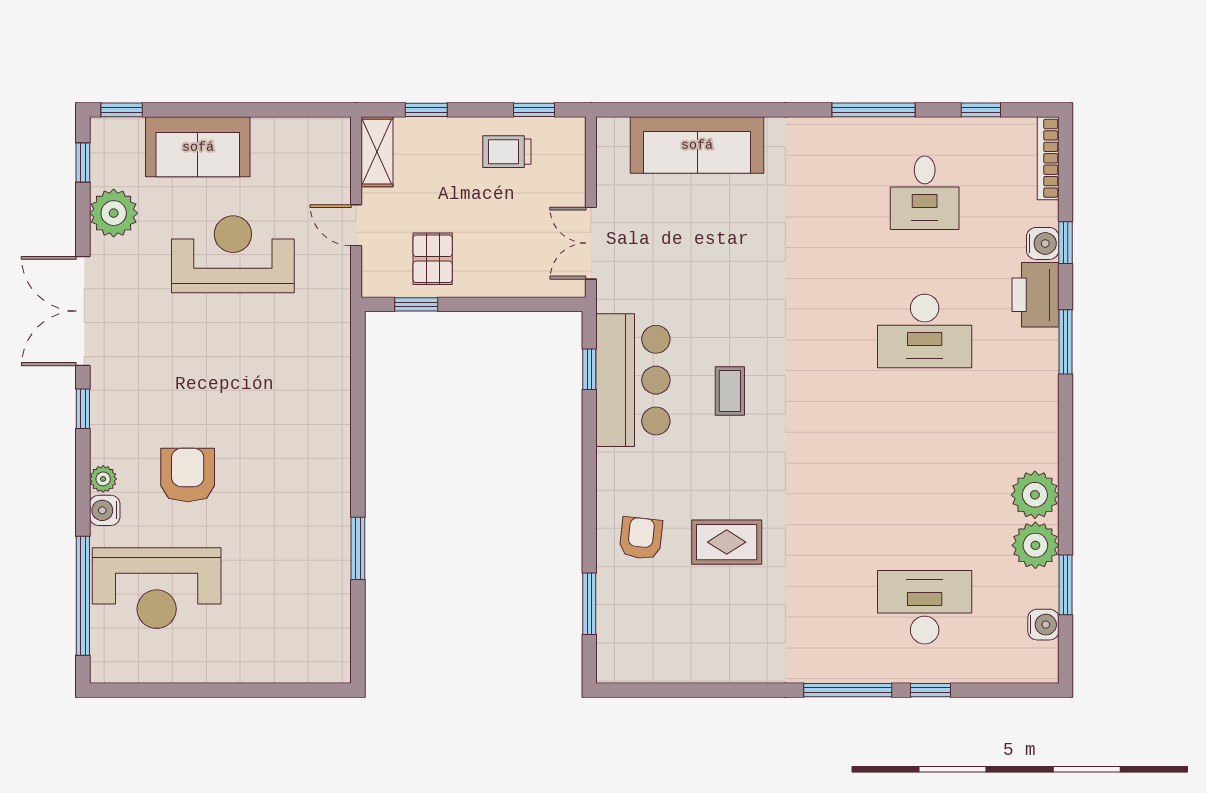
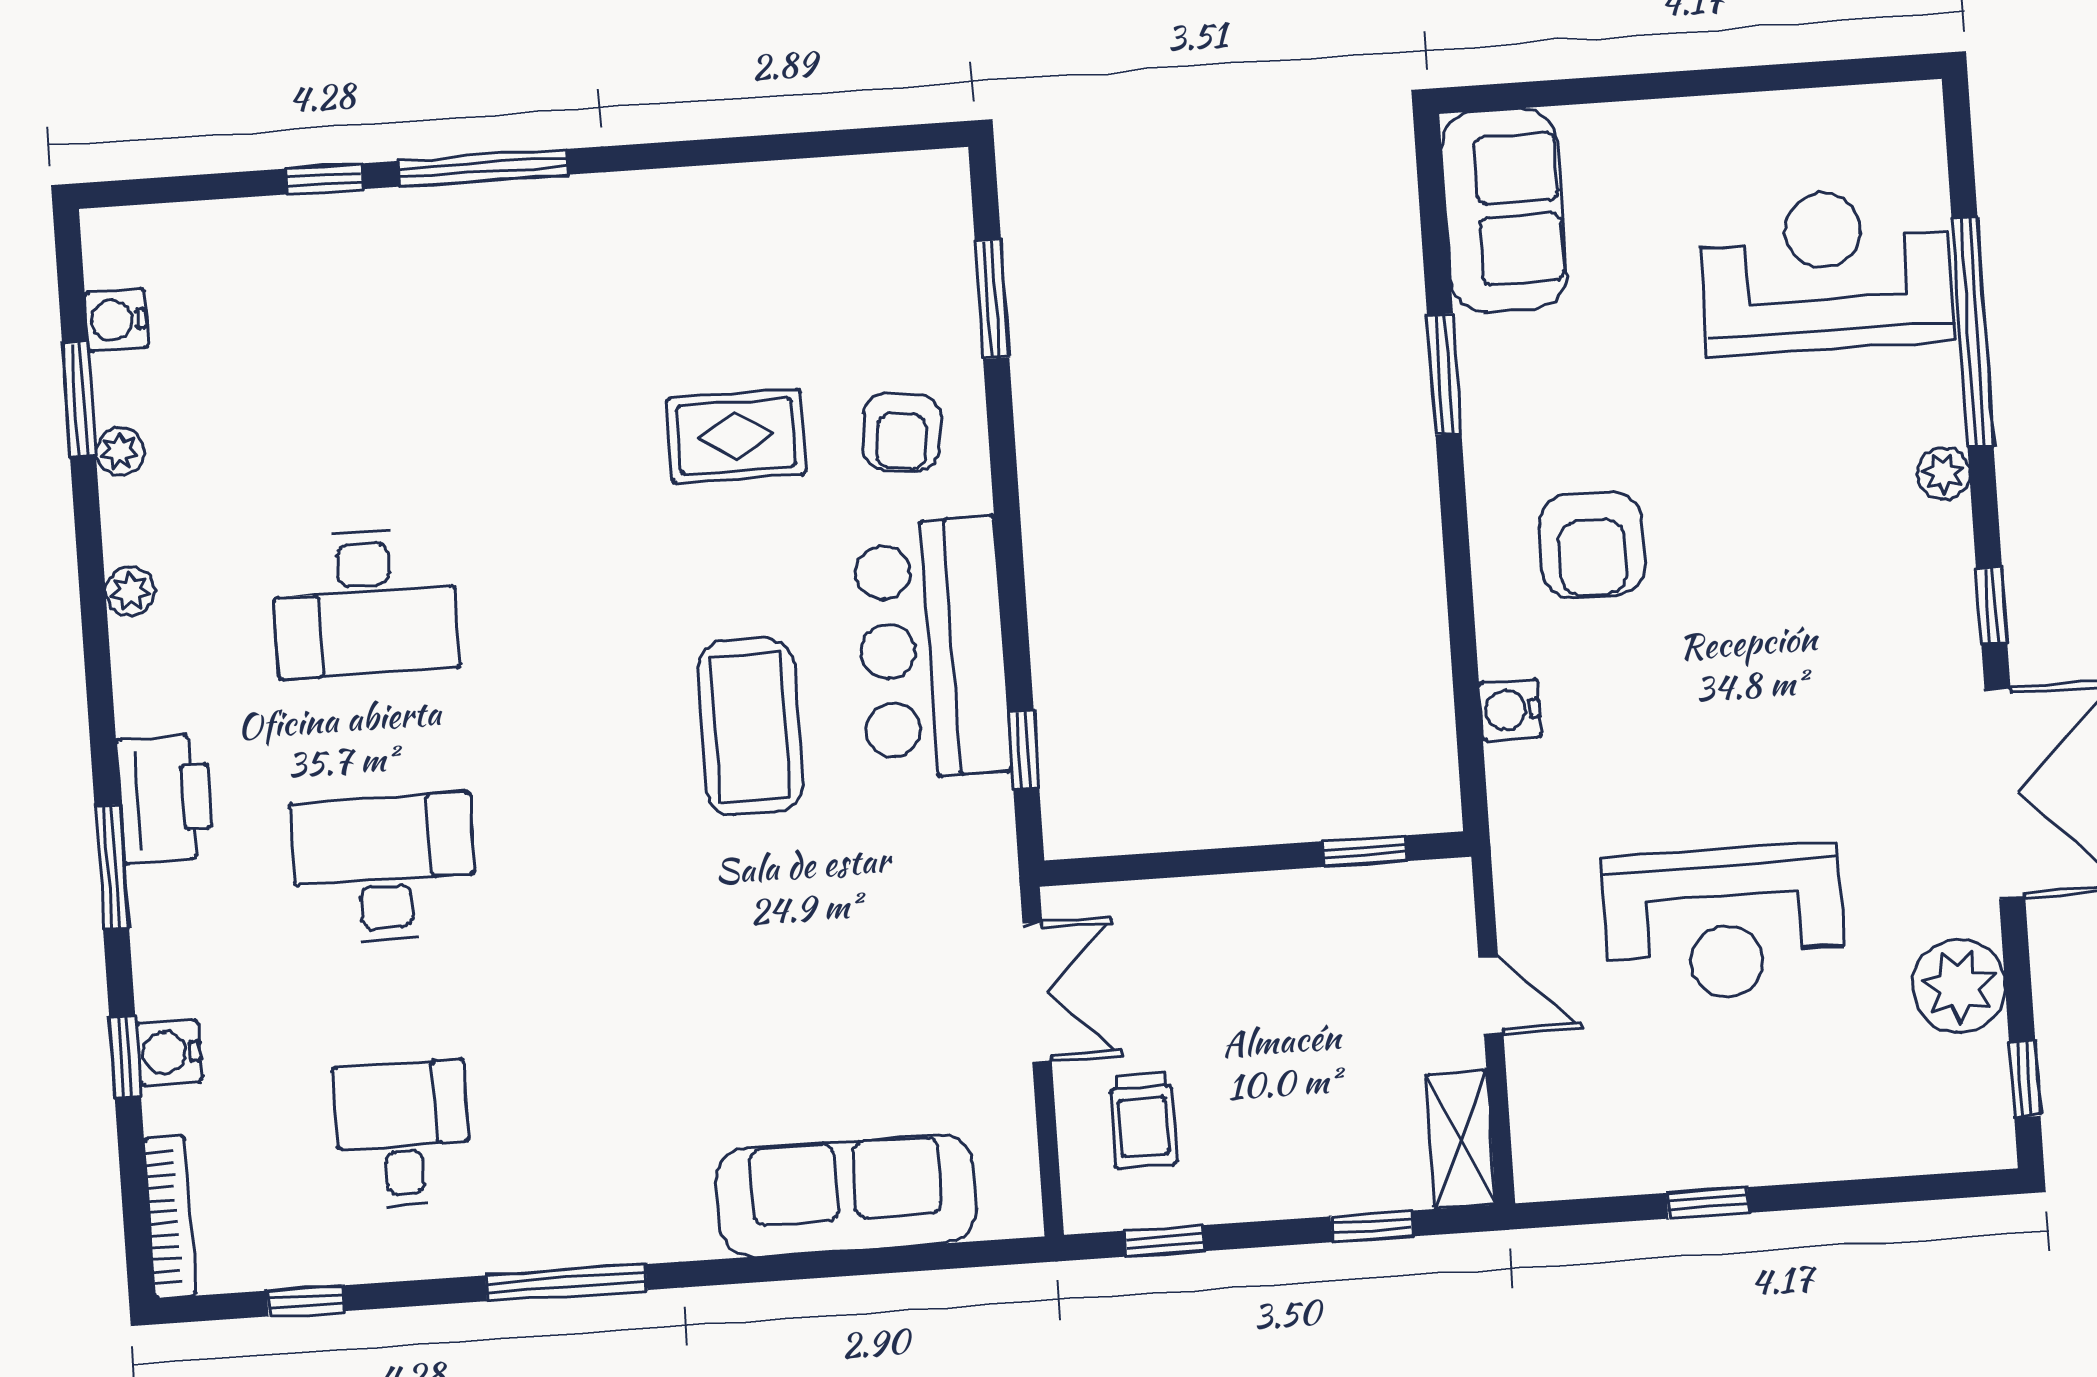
window: (122, 110) -> (1708, 1203), moved
window: (873, 110) -> (566, 1283), moved
sofa: (198, 147) -> (1504, 210), moved, turned 90
trolley: (507, 152) -> (1143, 1120), moved, turned 90
pallet: (433, 259) -> (1339, 941), removed
printer: (1036, 295) -> (165, 799), moved
bar counter: (633, 380) -> (932, 648), moved
coffee table: (730, 391) -> (750, 727), width x1.86, depth x1.72
armchair: (188, 475) -> (1592, 545), moved
plant: (1035, 495) -> (130, 591), width x0.53, depth x0.53
water cooler: (105, 510) -> (1510, 710), moved, turned 180
plant: (1035, 545) -> (120, 452), width x0.53, depth x0.53
window: (83, 596) -> (1973, 332), moved
desk: (925, 607) -> (365, 603), moved

